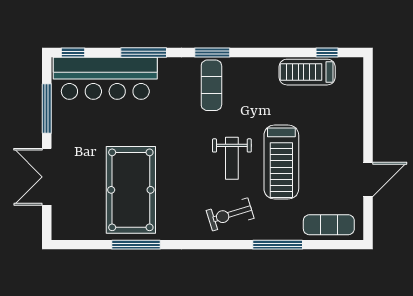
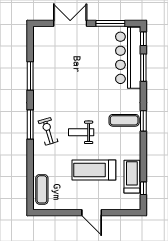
window: (144, 53) -> (143, 68), moved
treadmill: (281, 162) -> (94, 170), moved
door: (368, 180) -> (92, 213), moved
pool table: (131, 190) -> (62, 73), removed
window: (278, 245) -> (30, 124), moved

